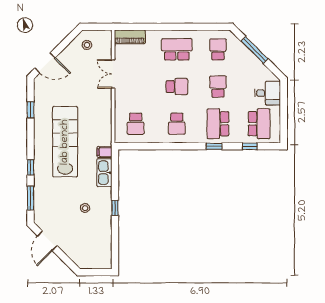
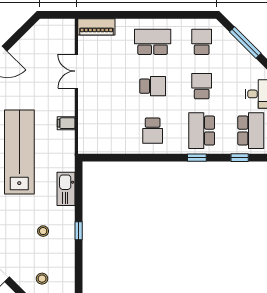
stool: (87, 45) -> (42, 279), moved
school desk: (136, 124) -> (103, 131), removed
filing cabinet: (104, 152) -> (66, 123), moved

